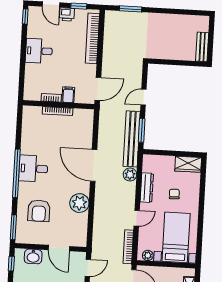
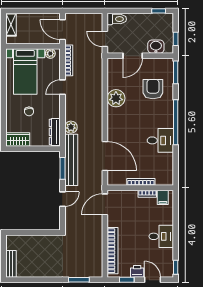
bench: (202, 47) -> (11, 264), moved
filing cabinet: (68, 95) -> (163, 197), moved
door: (94, 165) -> (105, 156), moved
desk: (33, 169) -> (160, 140), moved
dresser: (147, 188) -> (55, 132), moved
door: (59, 248) -> (133, 56), swing flipped
door: (88, 268) -> (105, 39), hinge flipped

